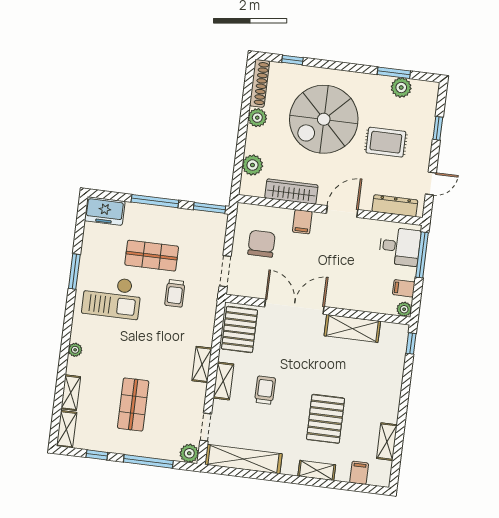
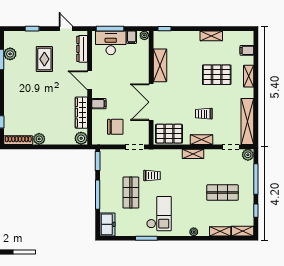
spiral stairs: (324, 119) -> (35, 98), removed
plant: (252, 165) -> (81, 138), moved
chair: (261, 244) -> (115, 127), turned 180
desk: (400, 247) -> (111, 43), width x1.37
shelving: (387, 442) -> (211, 36), moved

